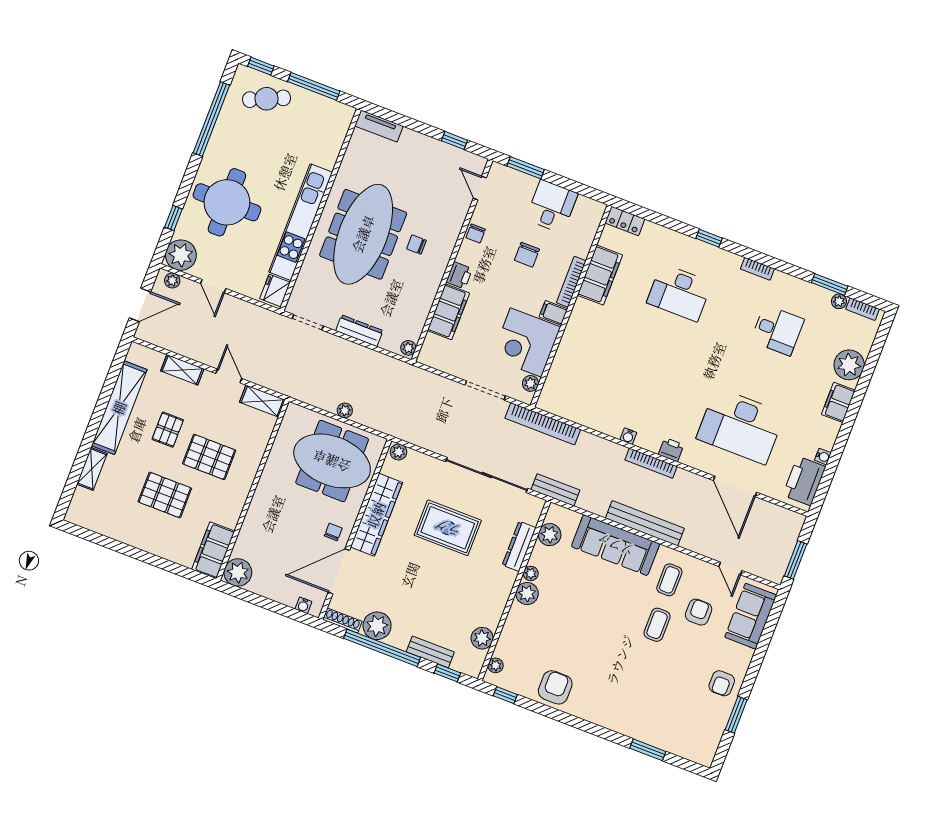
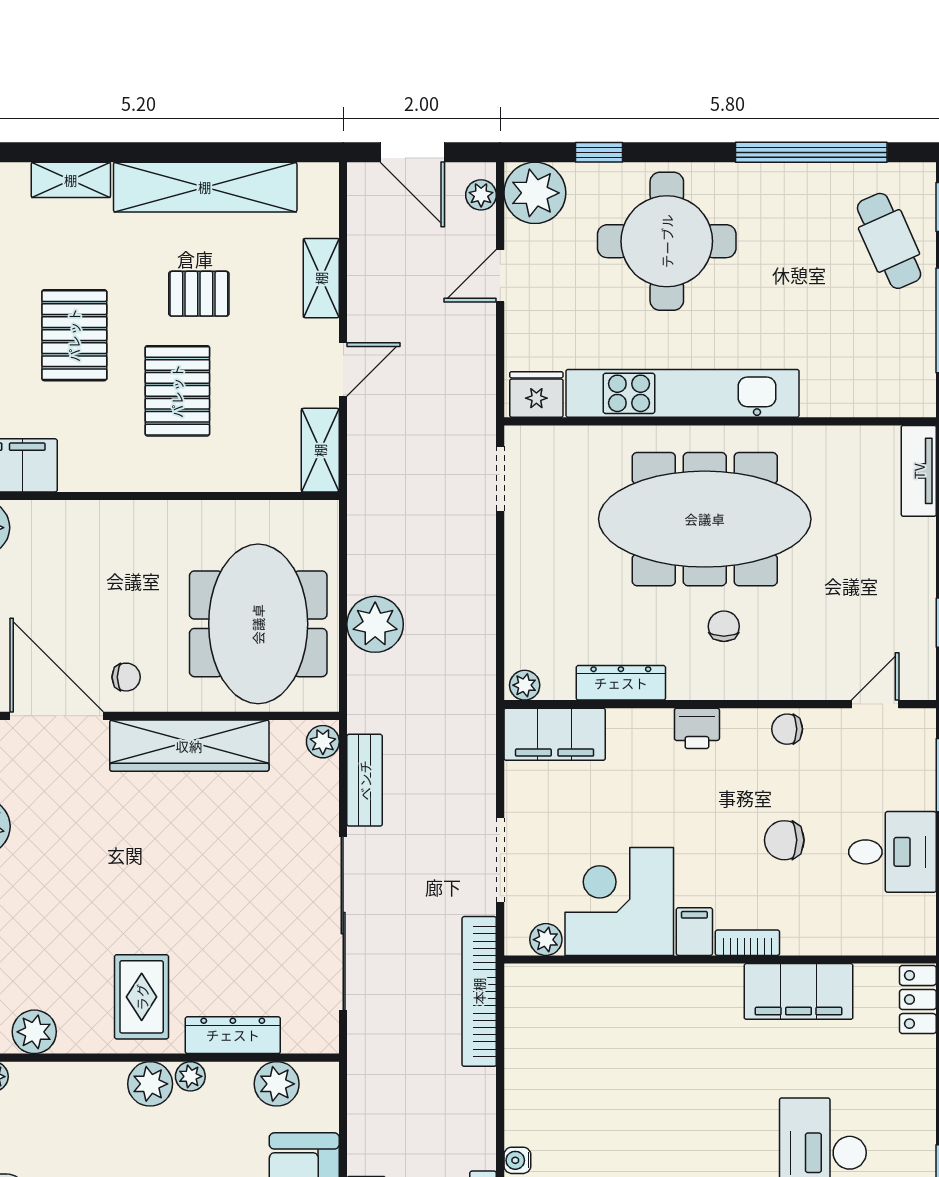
bookcase: (571, 282) -> (747, 943), width x0.64
filing cabinet: (448, 312) -> (555, 734), moved
dresser: (359, 331) -> (621, 683), moved, turned -90
plant: (345, 410) -> (375, 624), width x1.88, depth x1.88
bench: (555, 490) -> (365, 780), moved
rug: (448, 528) -> (142, 997), moved, width x0.73, depth x0.70

